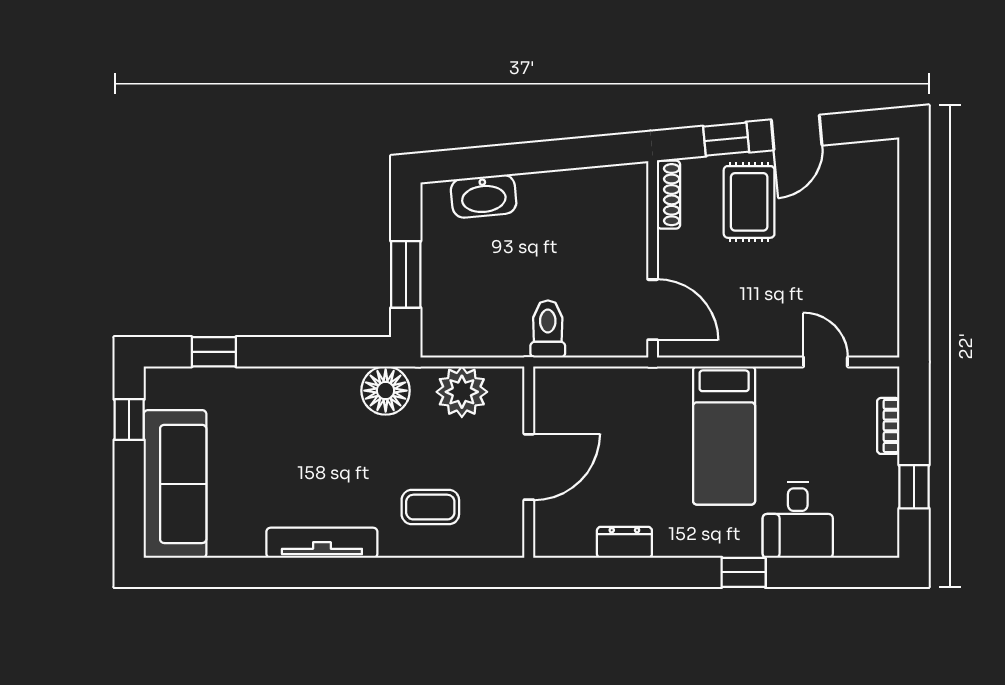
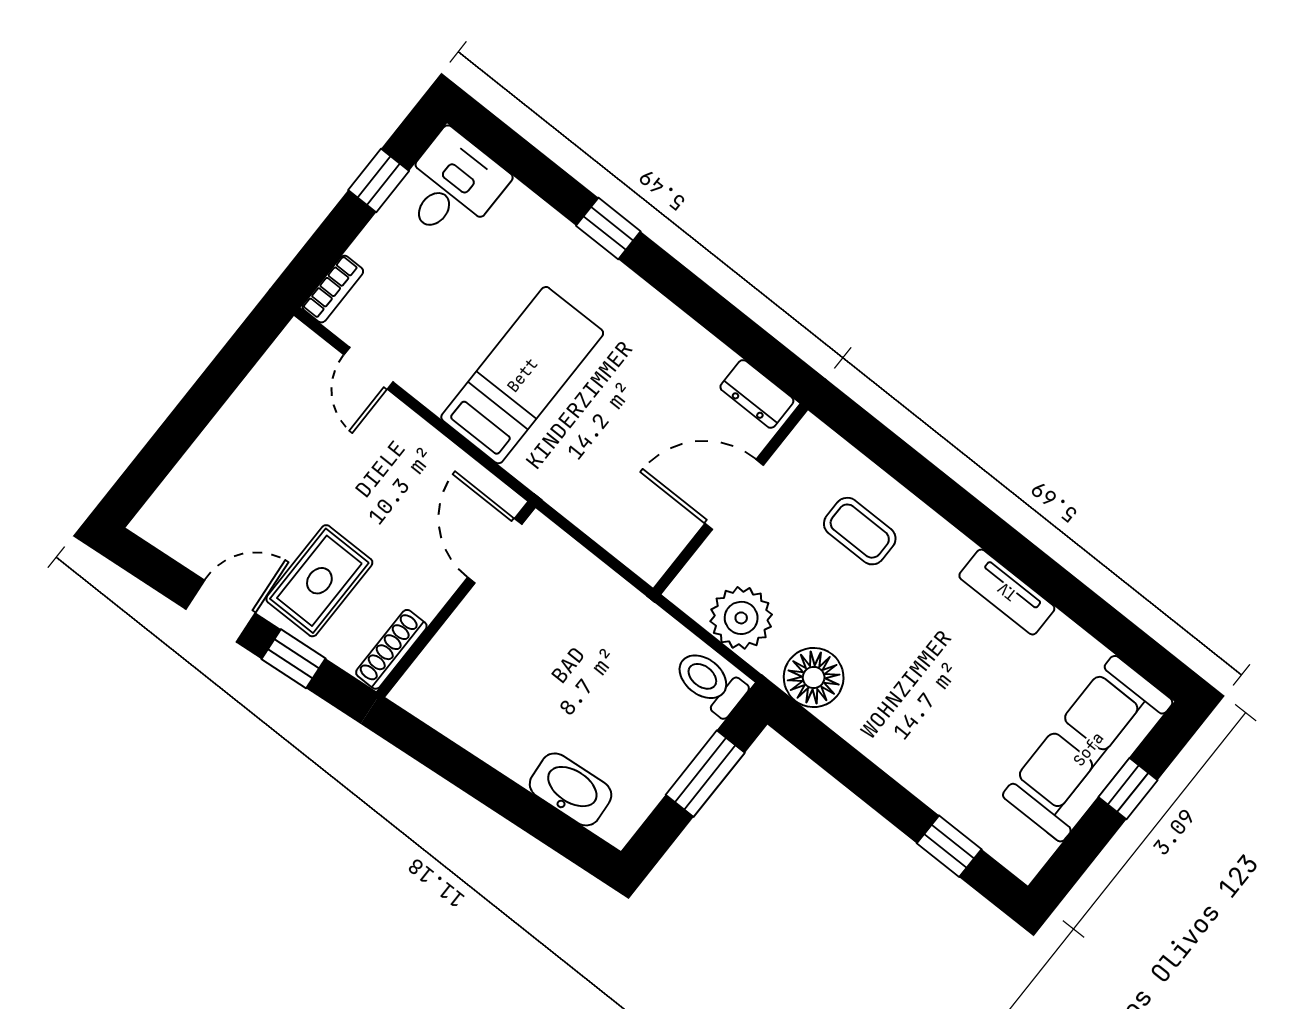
toilet: (548, 329) -> (710, 682), moved, turned 90
window: (129, 420) -> (1128, 789), moved
bookcase: (888, 426) -> (333, 289), moved
desk: (798, 520) -> (452, 186), moved
dresser: (624, 542) -> (757, 394), moved
tv unit: (322, 543) -> (1007, 592), width x0.71

